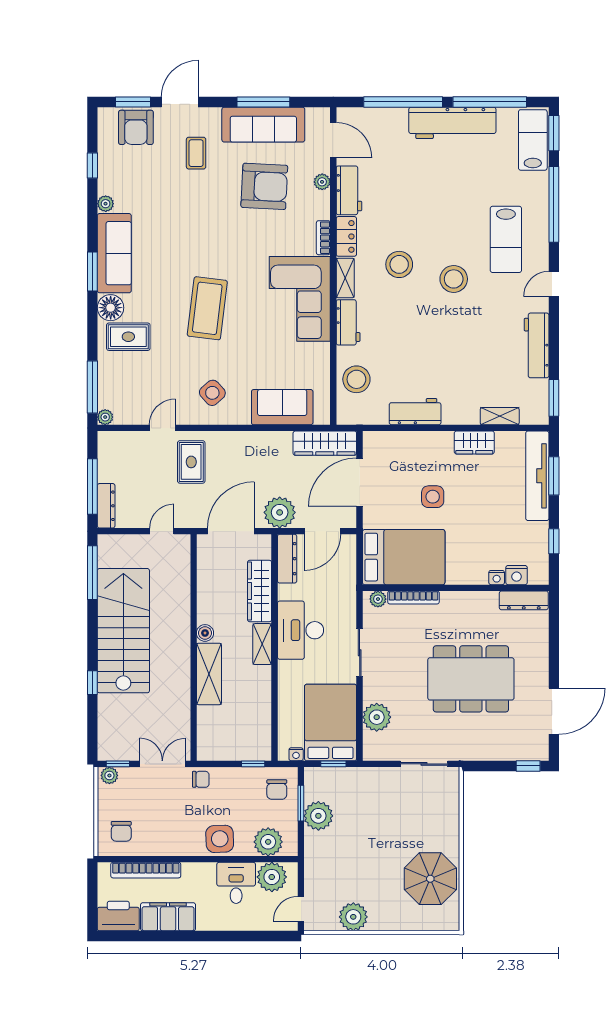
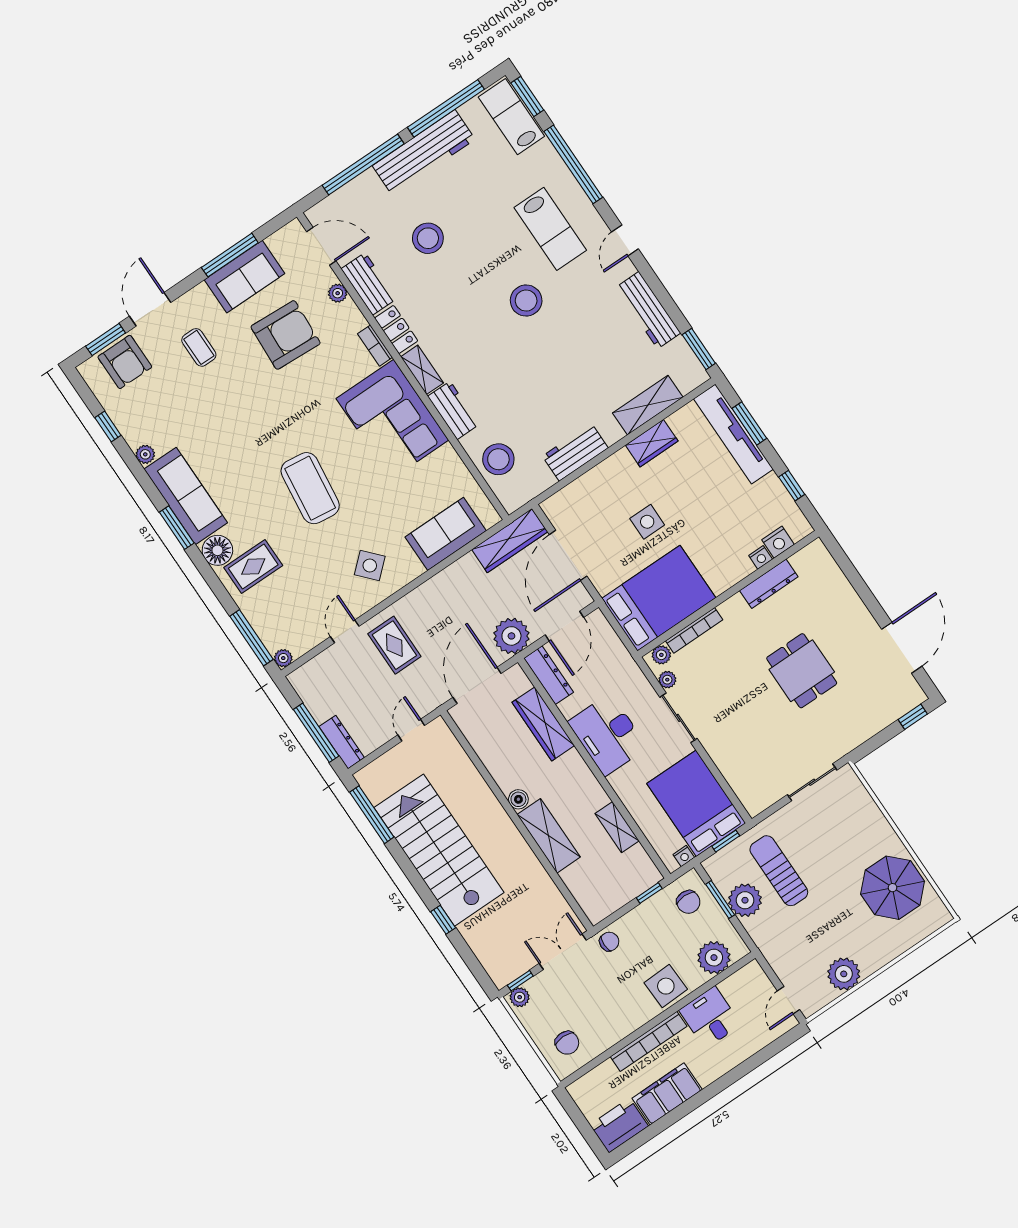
sofa: (263, 125) -> (245, 277), width x0.73
stool: (399, 264) -> (428, 238), moved
shelving: (500, 416) -> (648, 405), width x1.50, depth x1.33
dresser: (524, 600) -> (769, 584), moved
shelving: (262, 644) -> (617, 827), moved
dining table: (471, 679) -> (802, 671), width x0.53, depth x0.80
plant: (377, 717) -> (667, 680), moved, width x0.53, depth x0.53
sun lounger: (357, 811) -> (779, 871), added
bookcase: (146, 870) -> (649, 1041), moved
plant: (272, 877) -> (740, 989), removed

